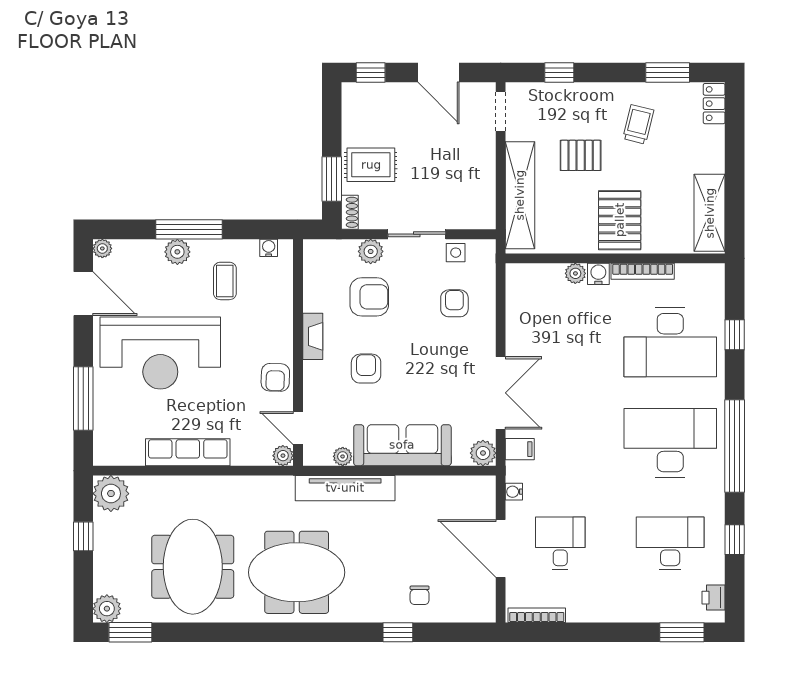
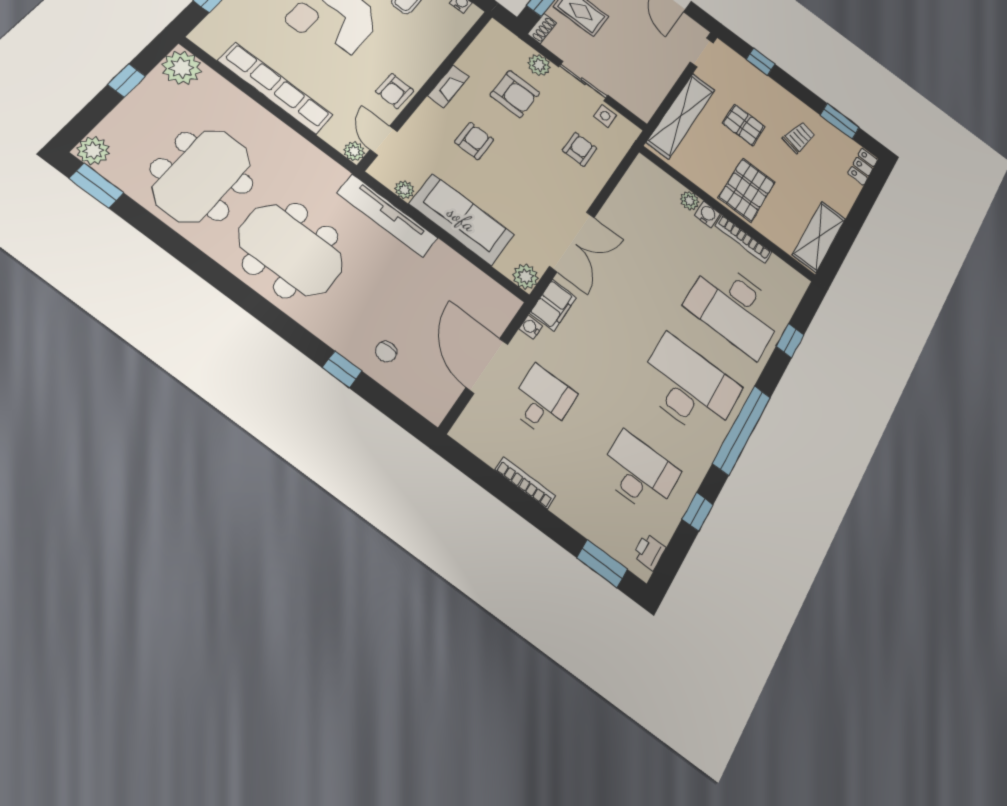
filing cabinet: (520, 449) -> (553, 305), width x2.00
row of seats: (188, 452) -> (275, 88), width x1.36
bookcase: (537, 615) -> (525, 483), moved

